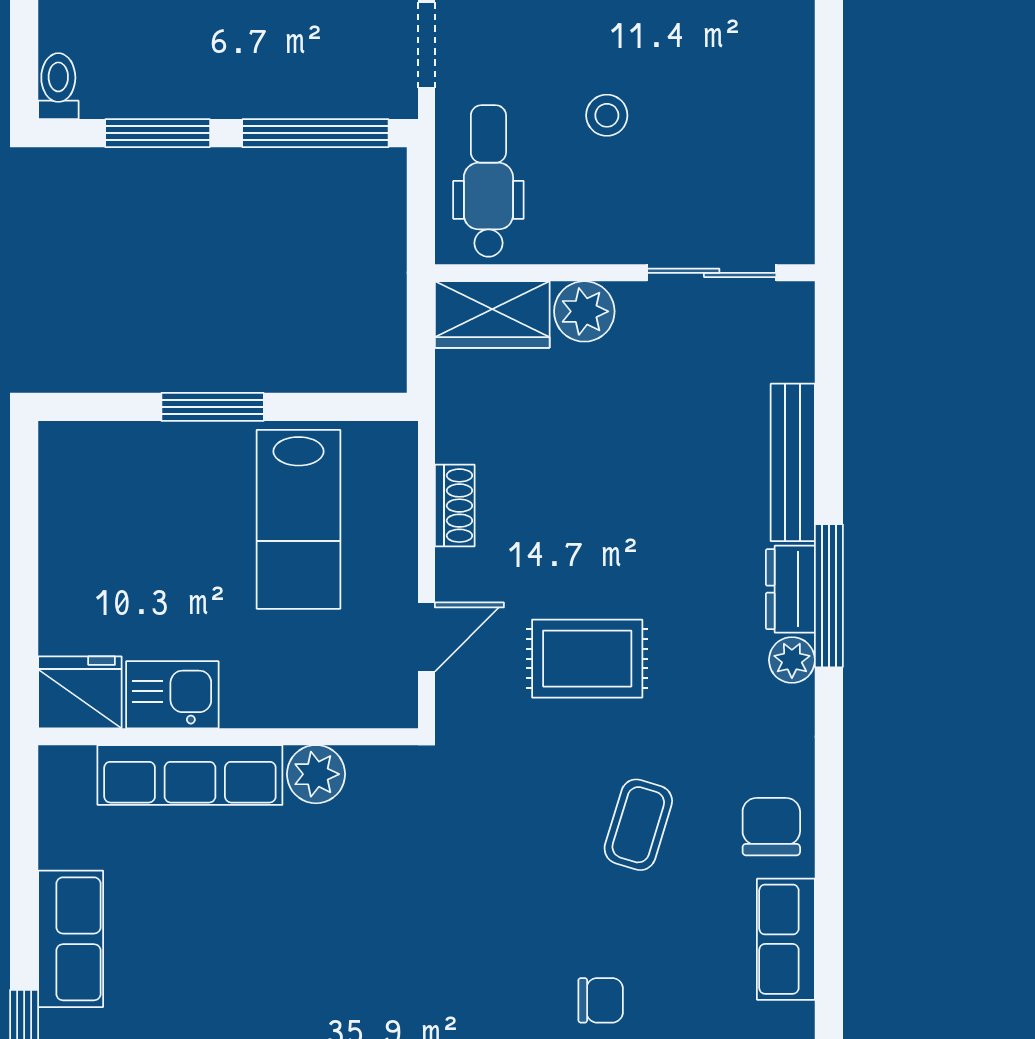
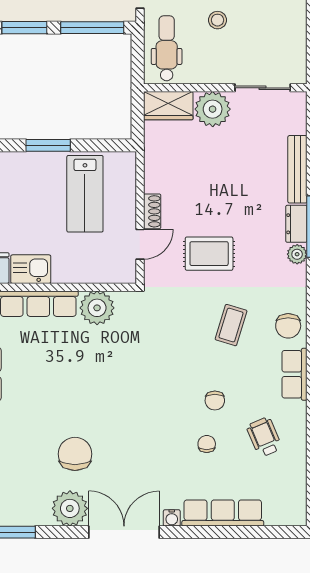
plant: (584, 311) -> (213, 109), width x1.36, depth x1.36
shoe rack: (455, 506) -> (152, 211), moved
plant: (316, 774) -> (97, 308), width x1.36, depth x1.36
chair: (771, 827) -> (288, 326), turned 180
chair: (601, 1000) -> (215, 401), turned 90

